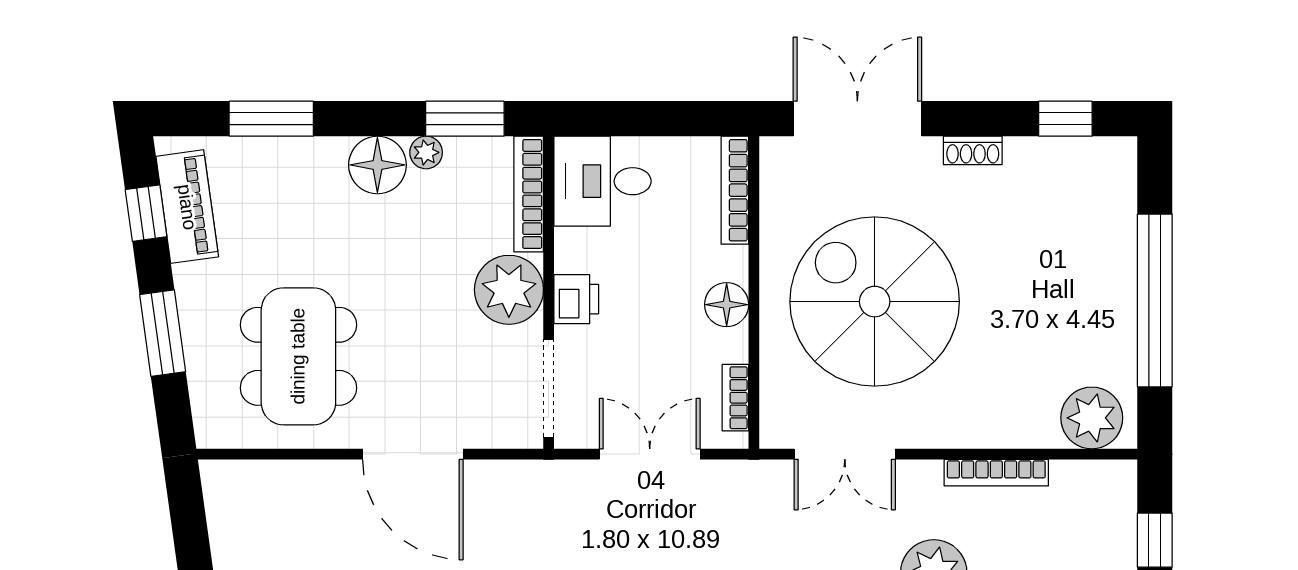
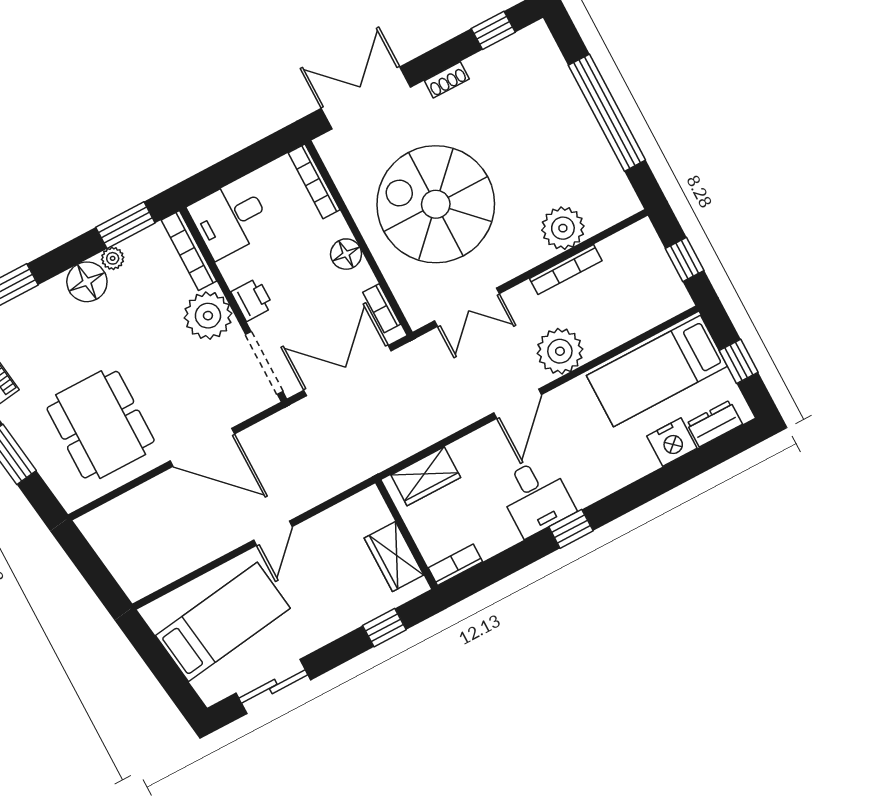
plant: (1092, 418) -> (563, 228), moved
double door: (650, 454) -> (347, 371), width x1.37

